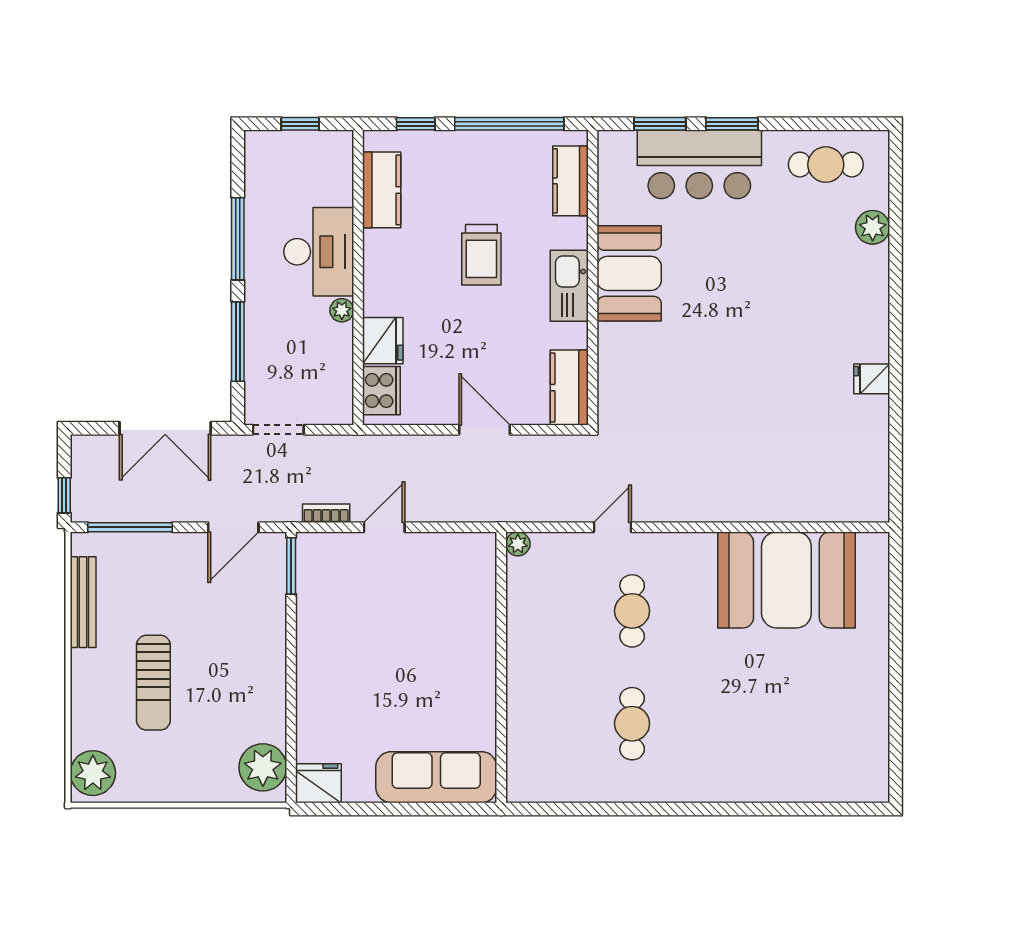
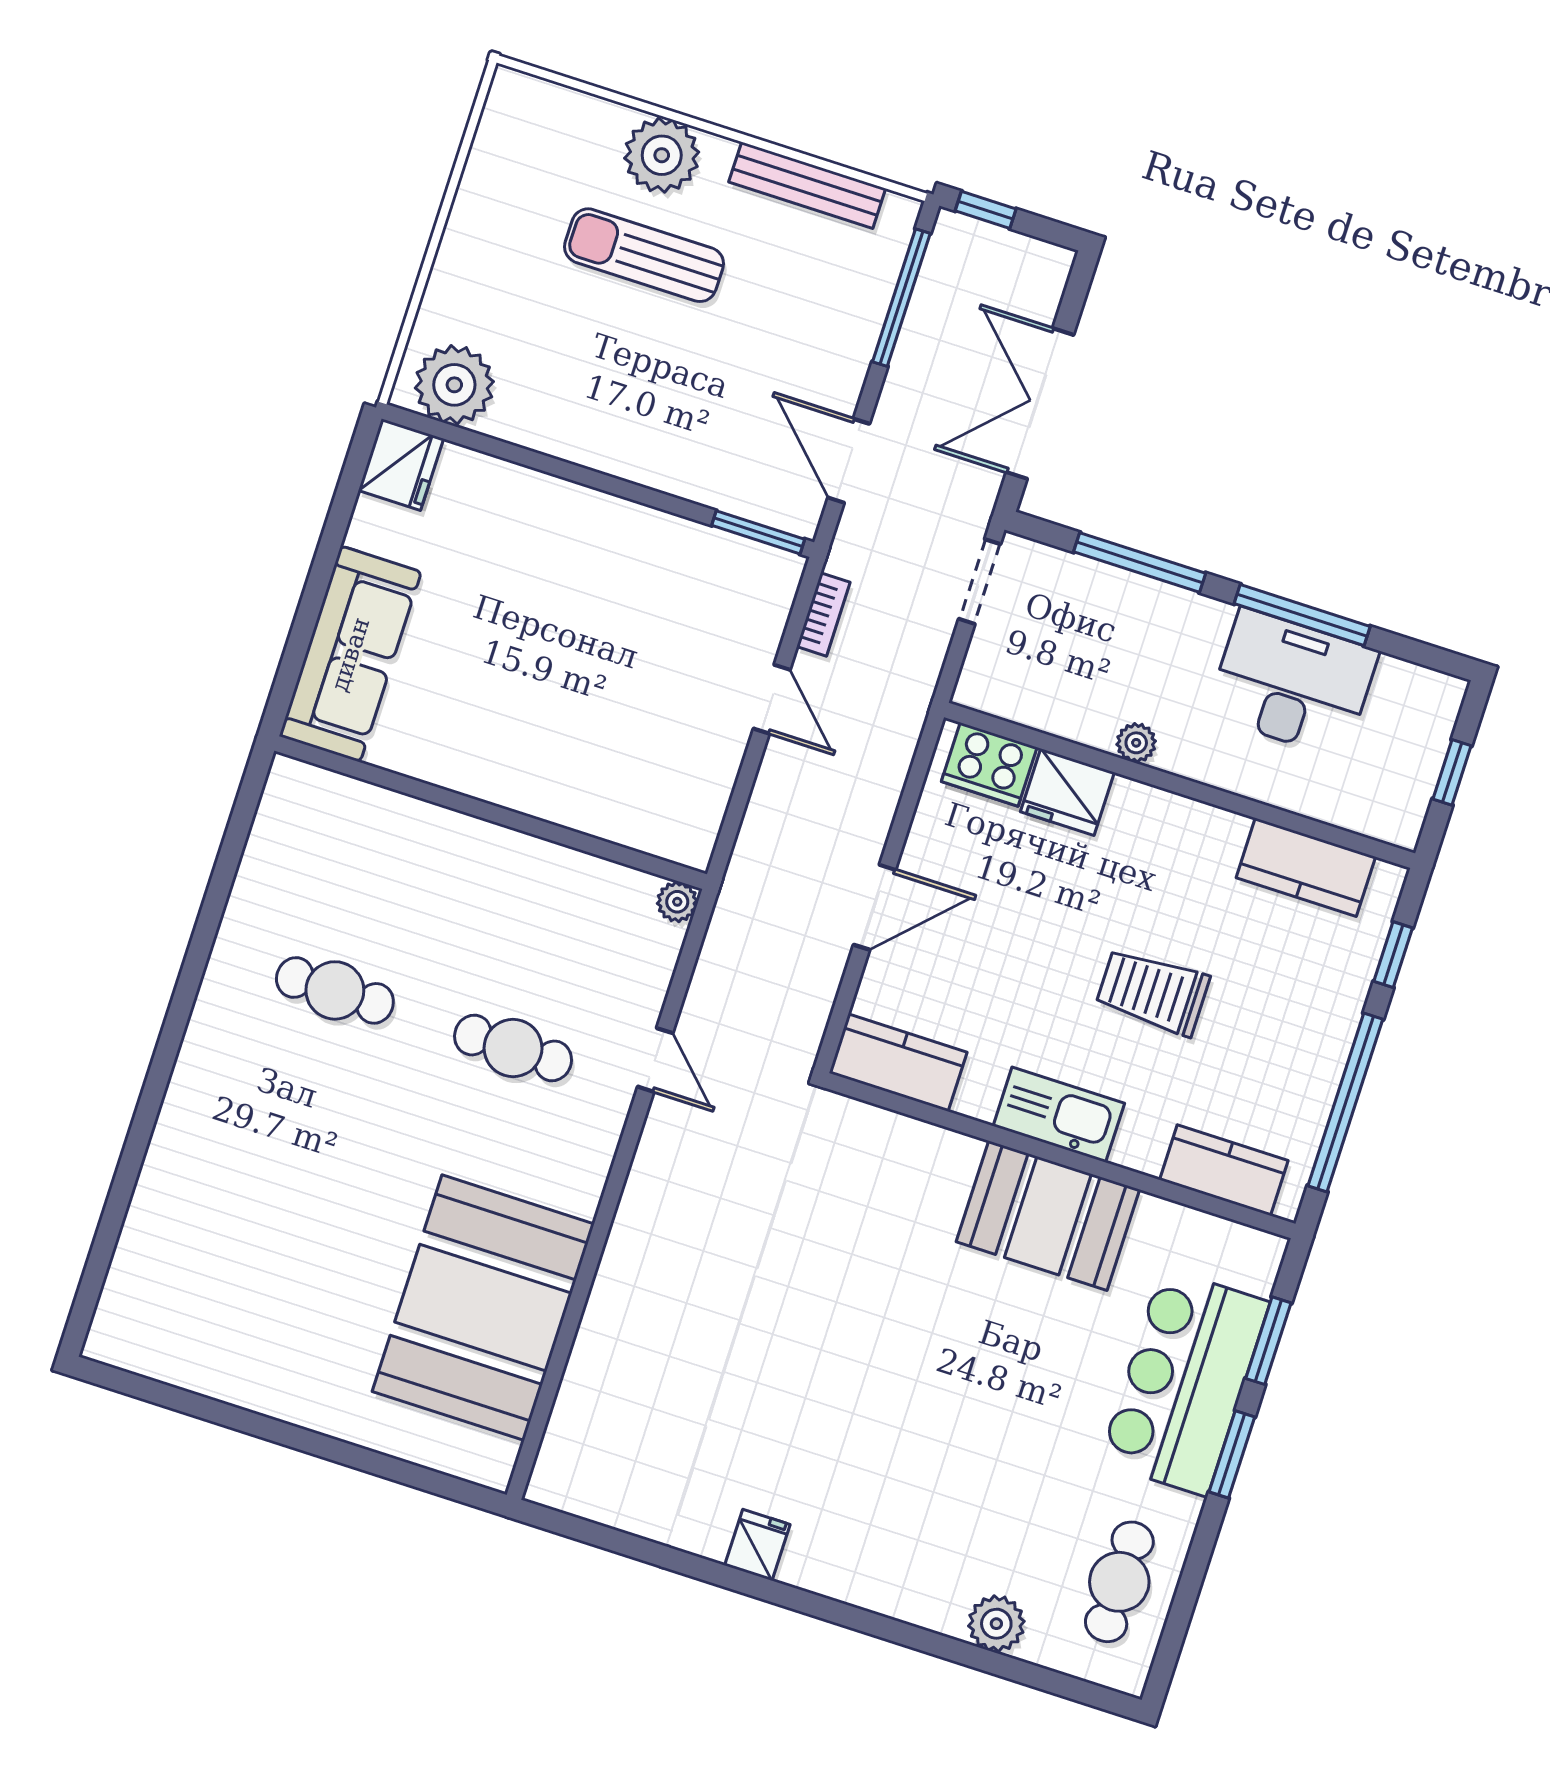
desk: (319, 252) -> (1293, 683), moved, turned 180
plant: (93, 773) -> (662, 155), moved

